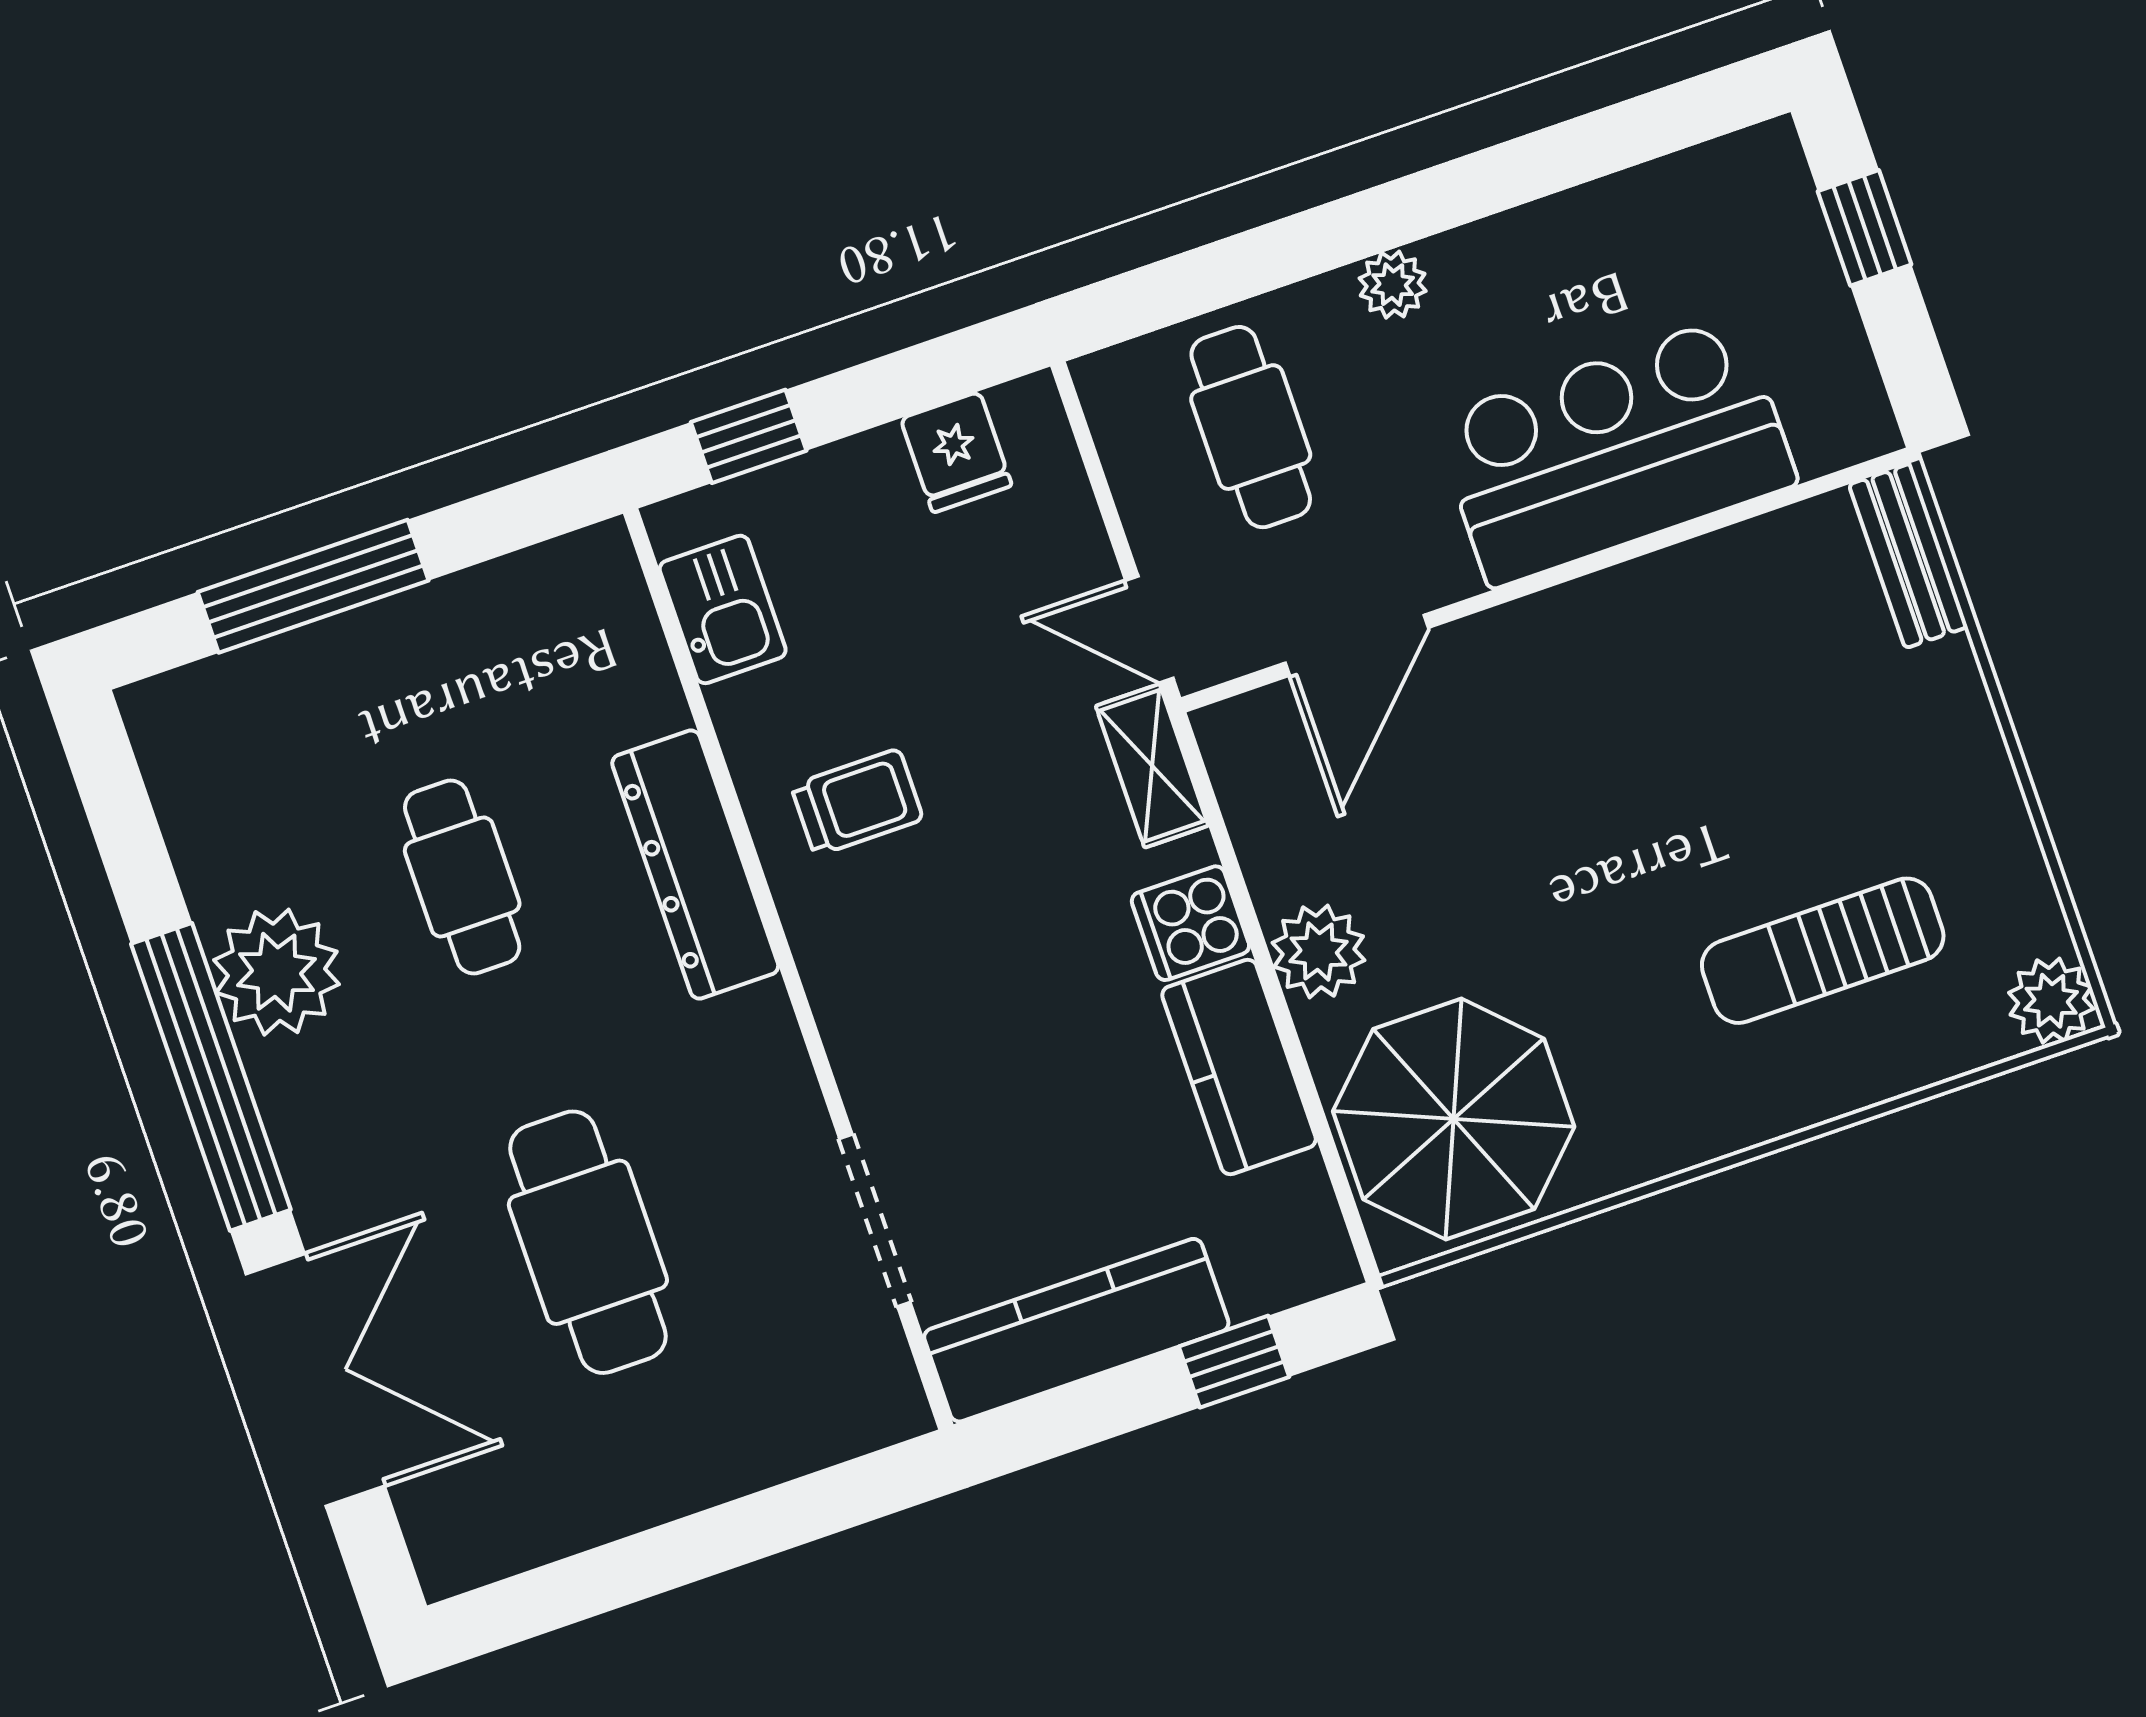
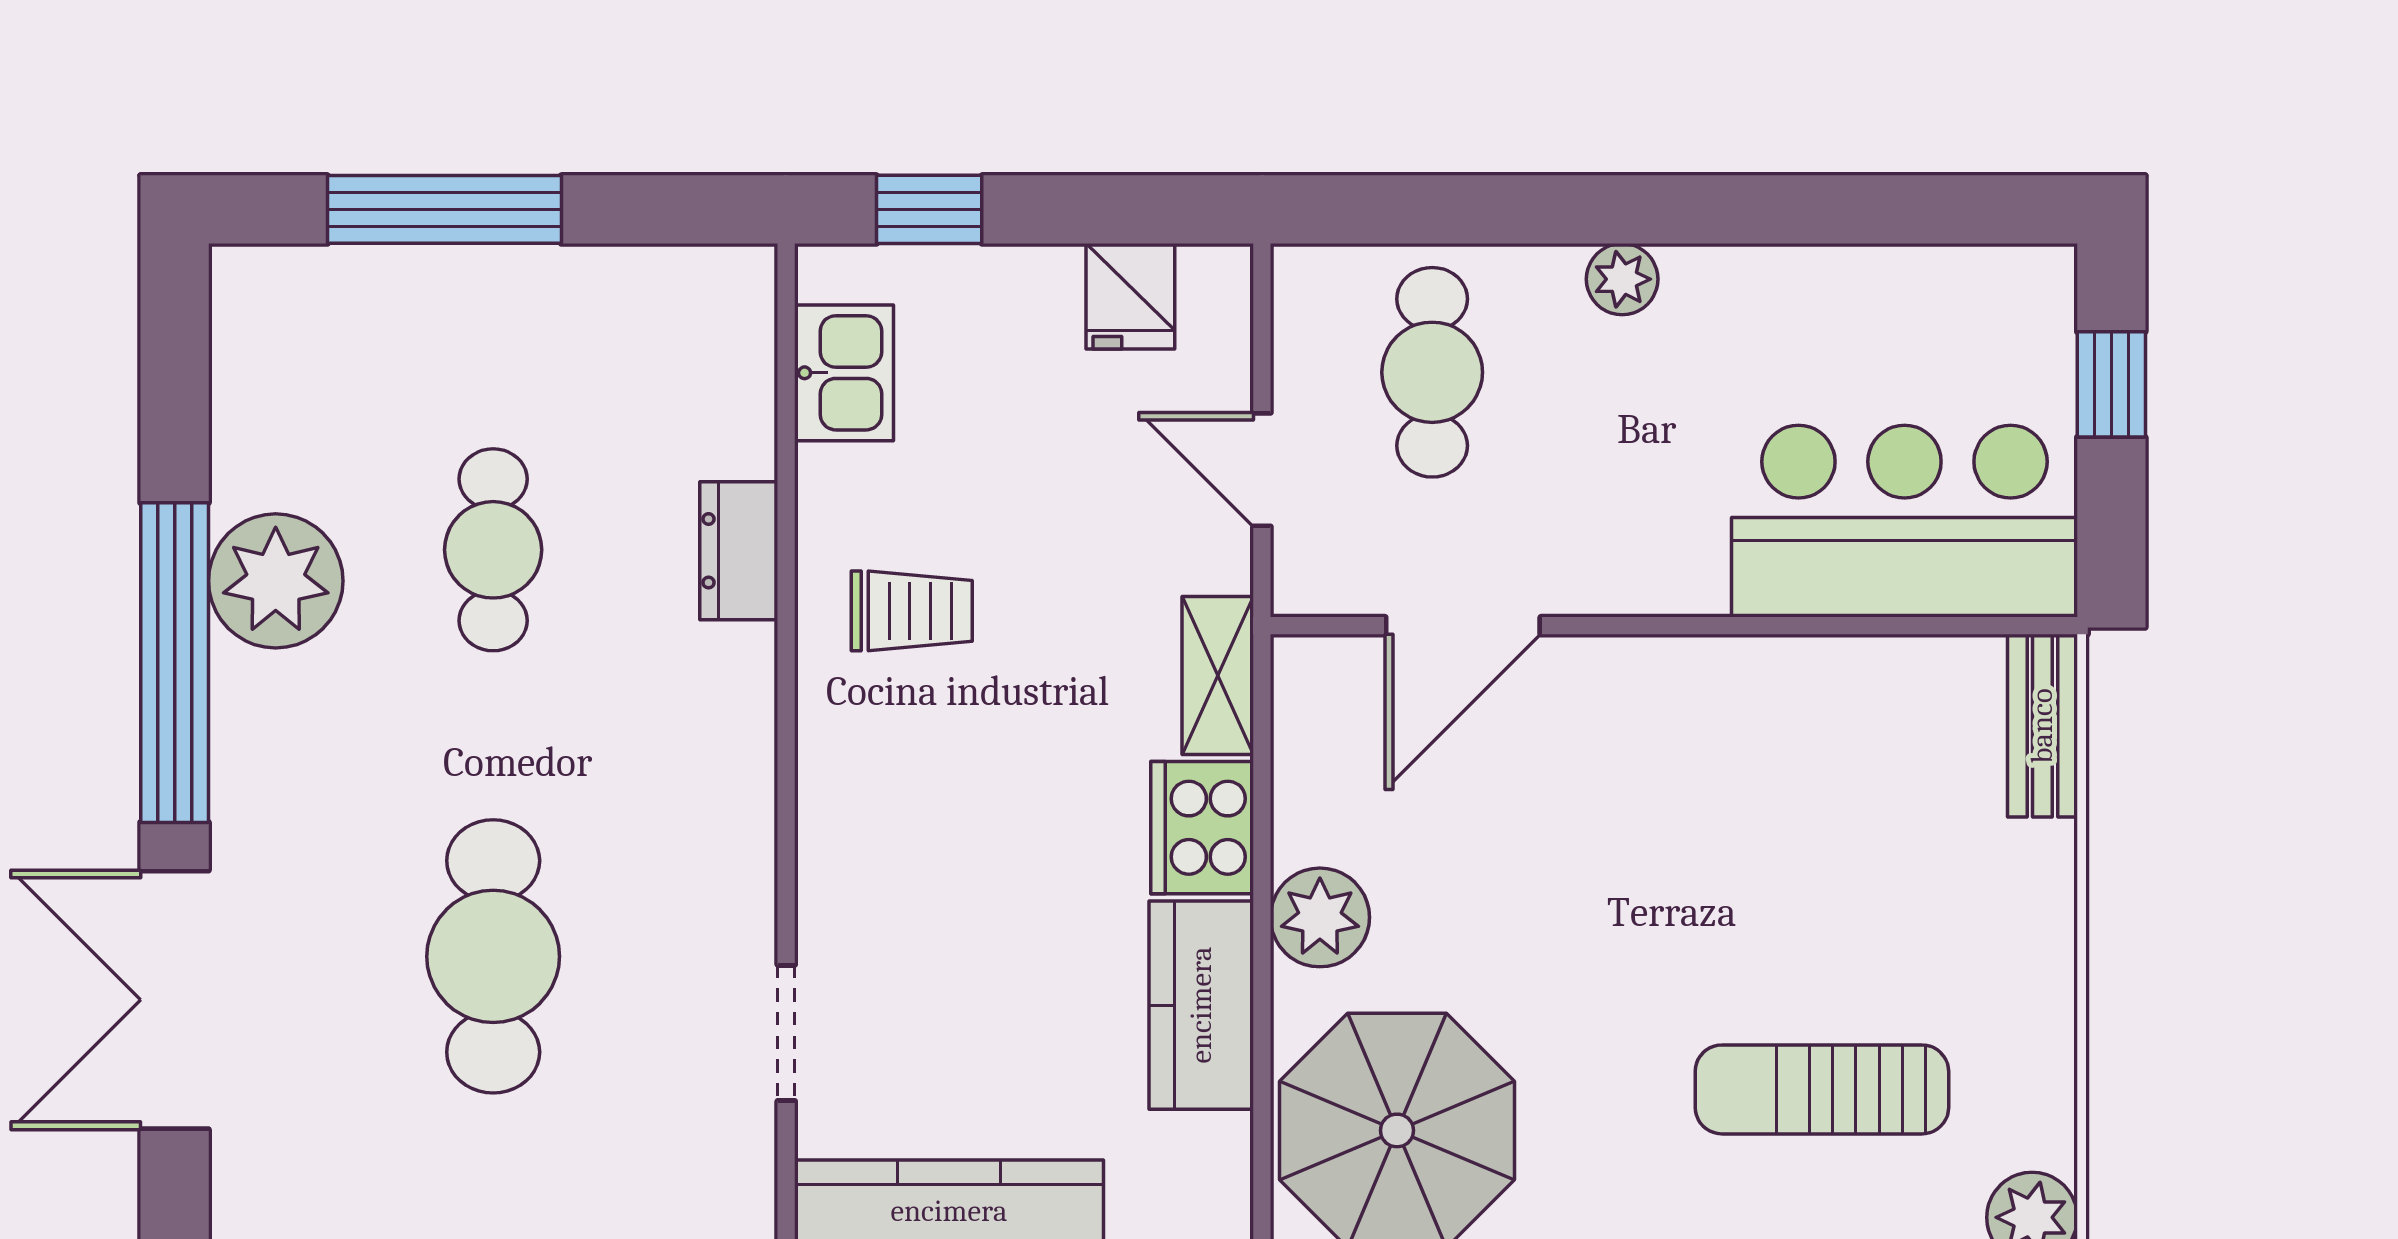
bar counter: (1615, 451) -> (1904, 521), moved
door: (1149, 629) -> (1262, 470), moved
dresser: (695, 865) -> (739, 551), width x0.51, depth x0.80
cooker: (1190, 923) -> (1202, 828), width x1.36
doorway: (875, 1220) -> (786, 1033), width x0.73
double door: (315, 1380) -> (175, 1000), swing flipped

